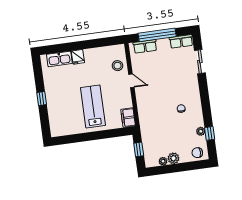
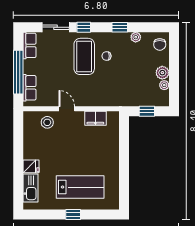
door: (131, 81) -> (67, 109), hinge flipped
window: (203, 86) -> (84, 27), added
coffee table: (178, 90) -> (84, 56), added
lab bench: (93, 107) -> (80, 187), moved, turned 180
filing cabinet: (128, 118) -> (95, 118), moved
window: (210, 133) -> (120, 27), moved

